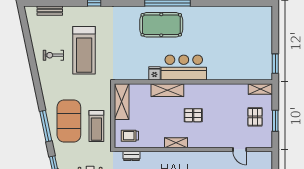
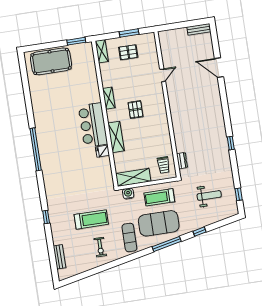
pool table: (161, 25) -> (51, 61), moved, turned 90
treadmill: (84, 50) -> (91, 219), width x0.73, depth x0.73
exercise mat: (59, 88) -> (129, 238), added
water cooler: (105, 94) -> (128, 194), added
treadmill: (96, 126) -> (159, 197), turned 180
shelving: (176, 143) -> (109, 98), moved
door: (240, 150) -> (163, 75), moved

